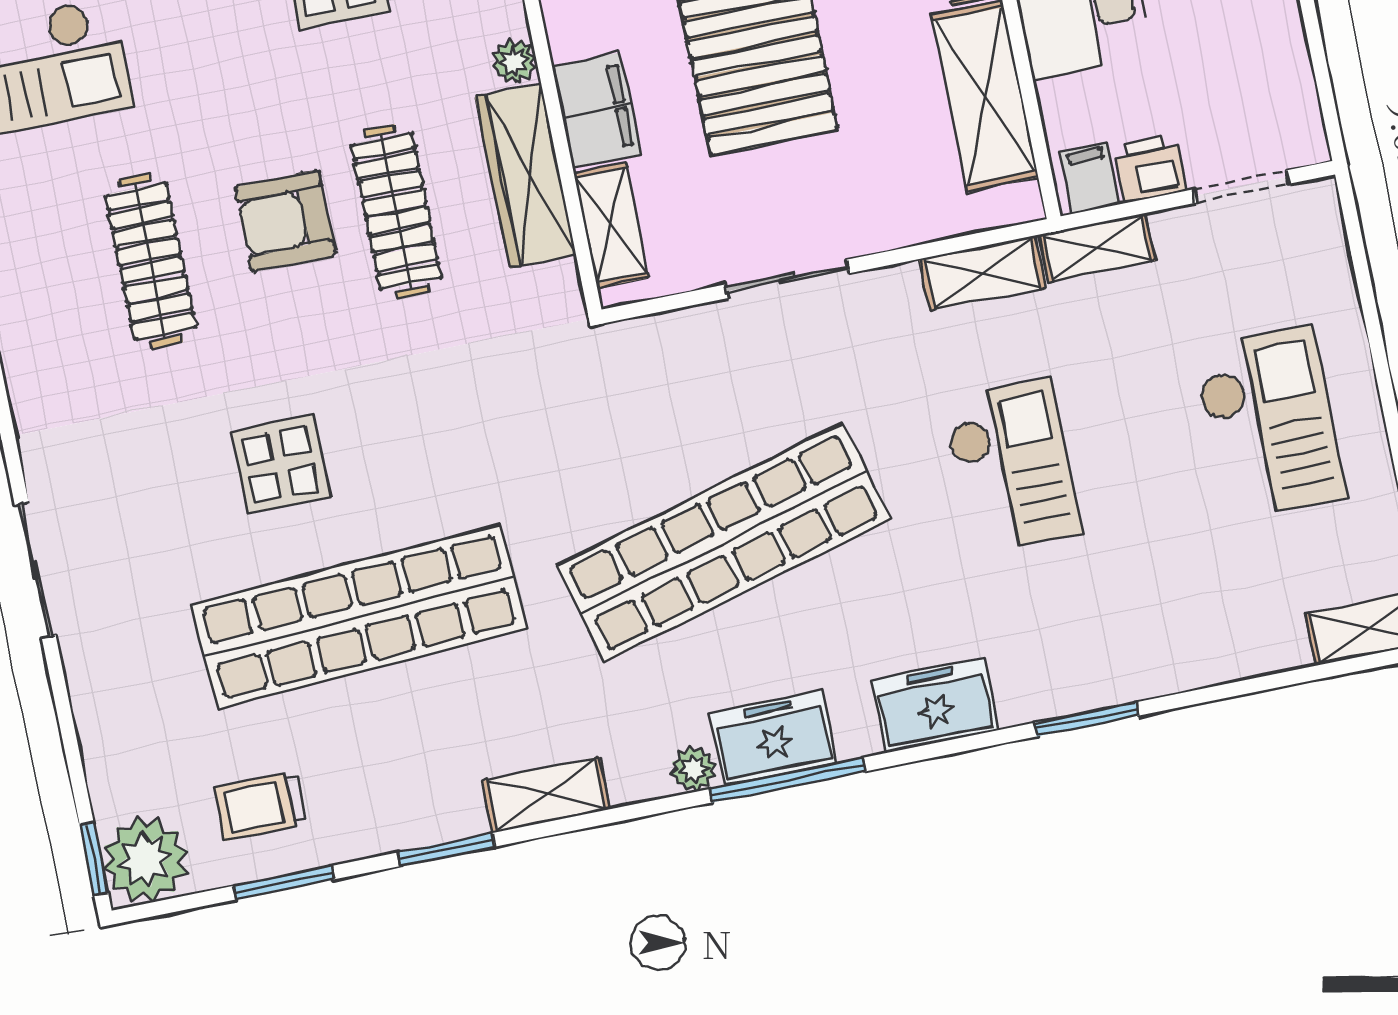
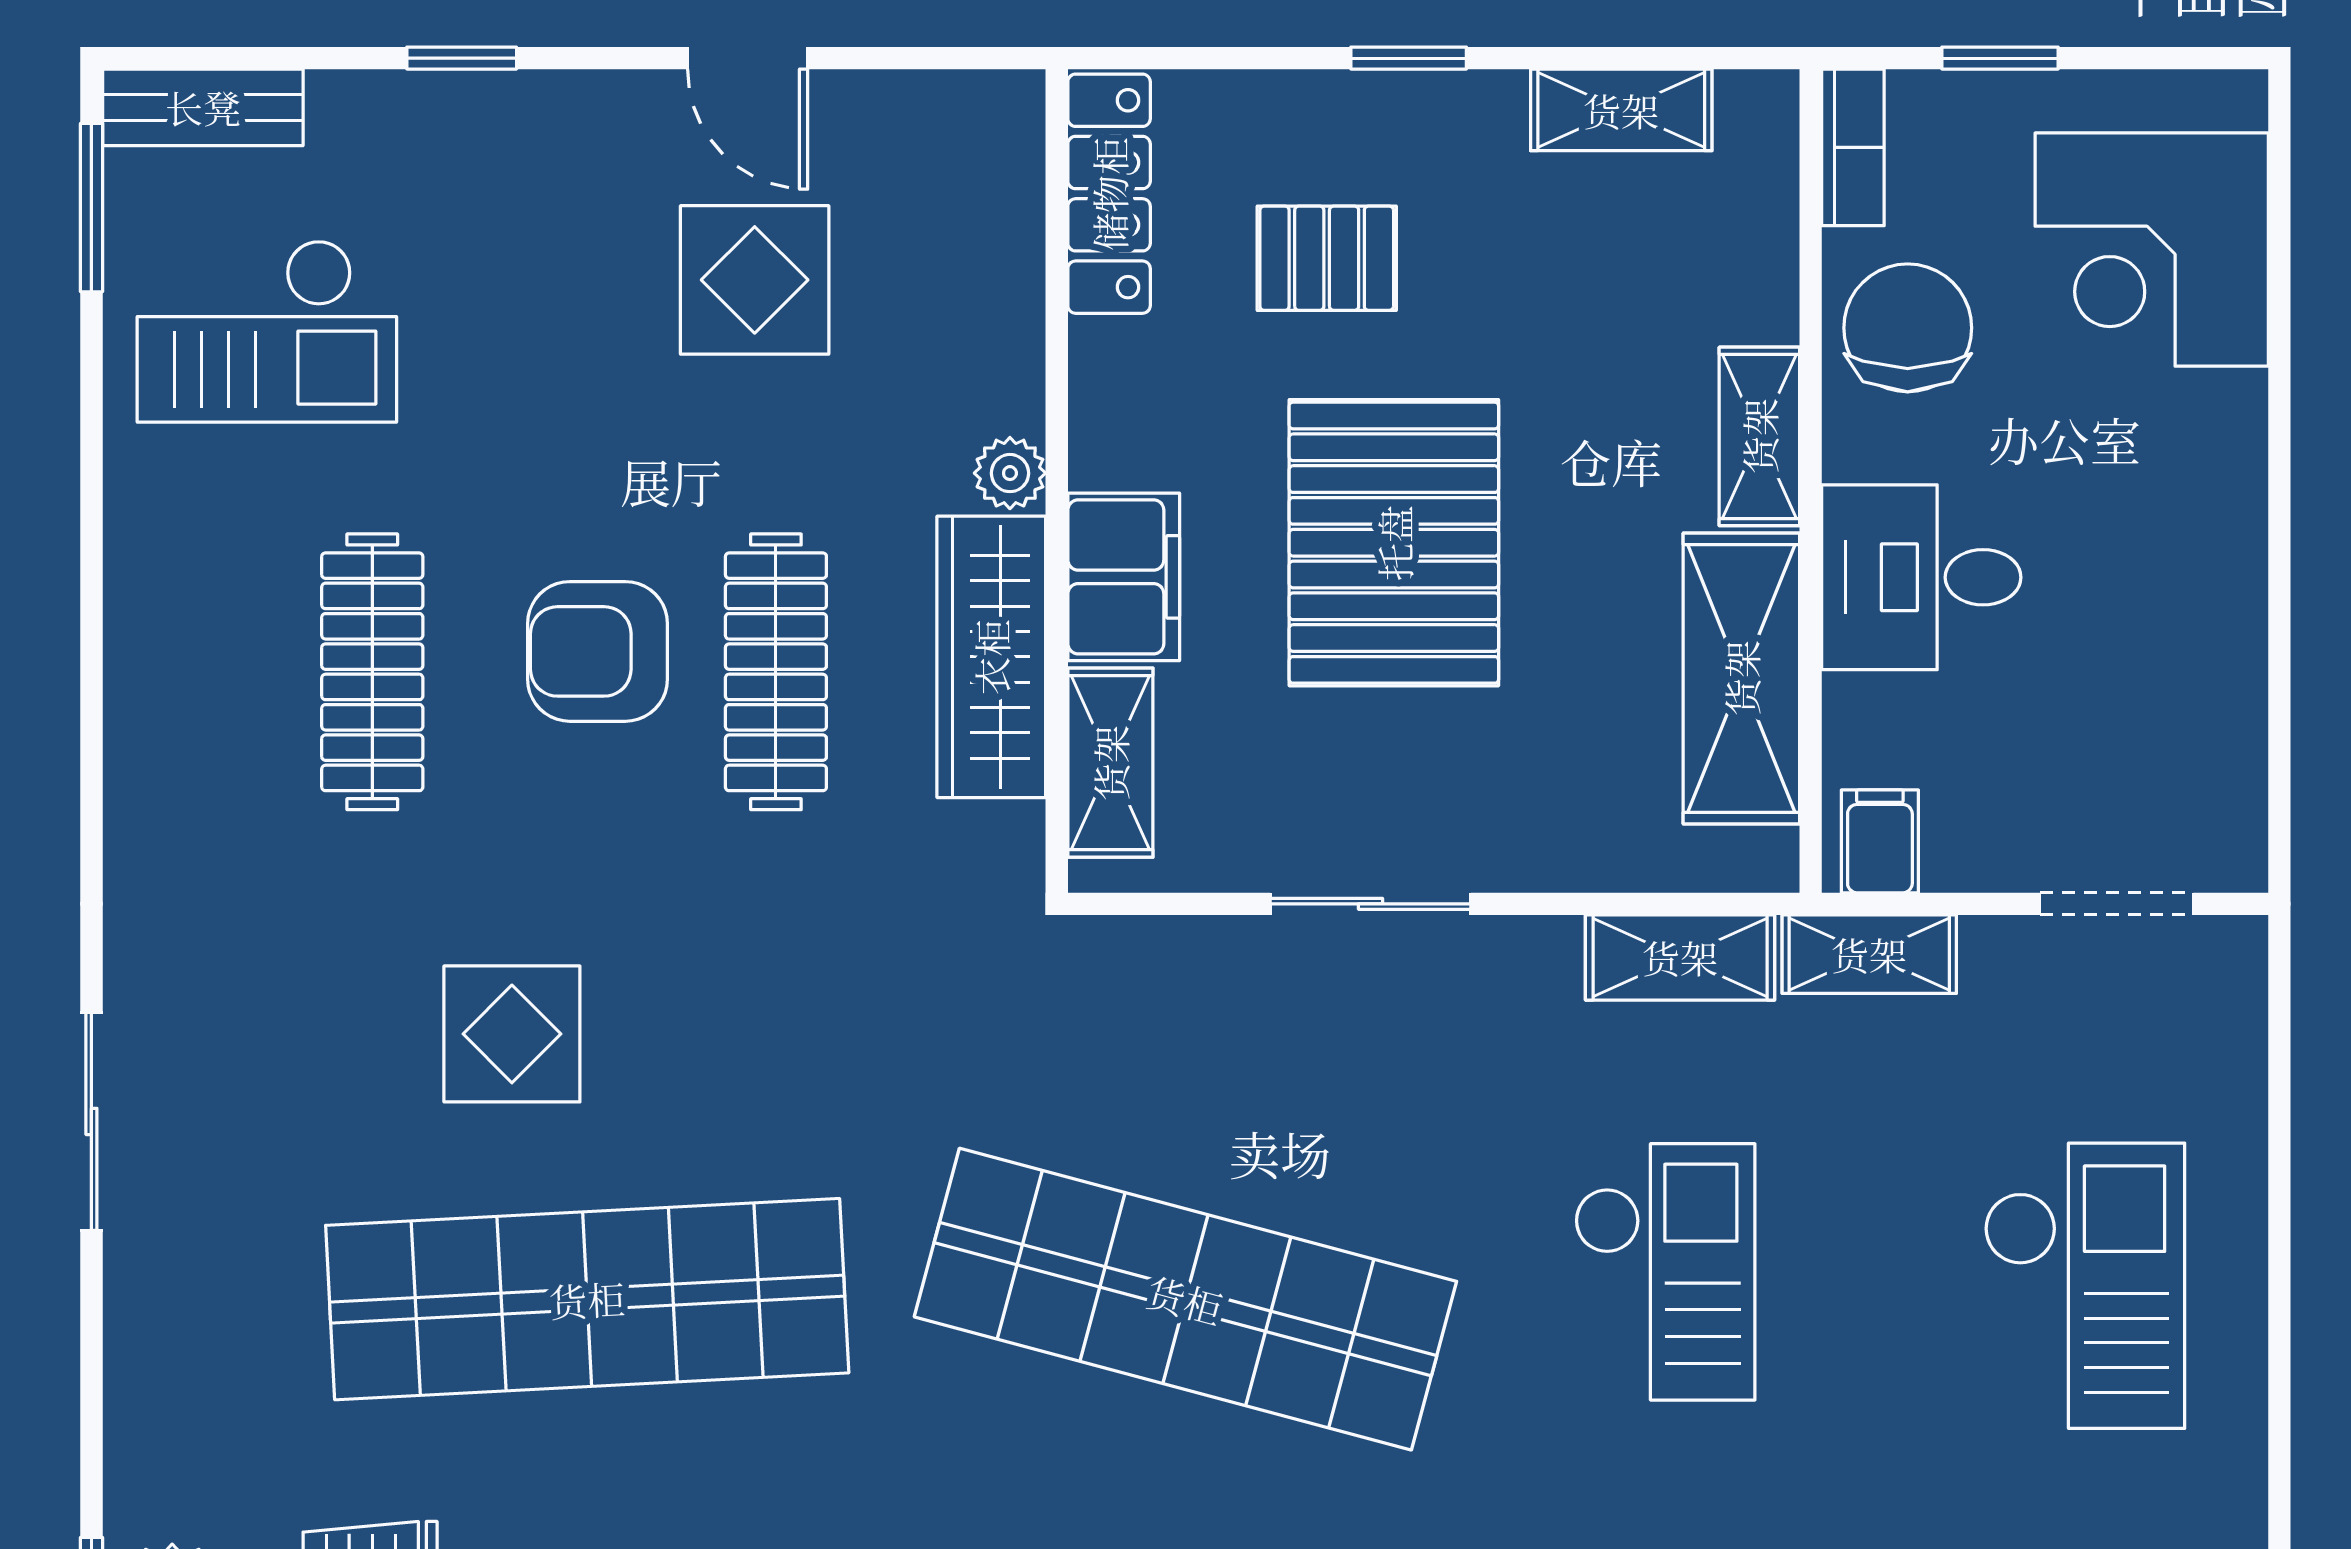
printer: (1149, 168) -> (1977, 846), removed
shop shelf: (723, 543) -> (1185, 1299), turned 30

